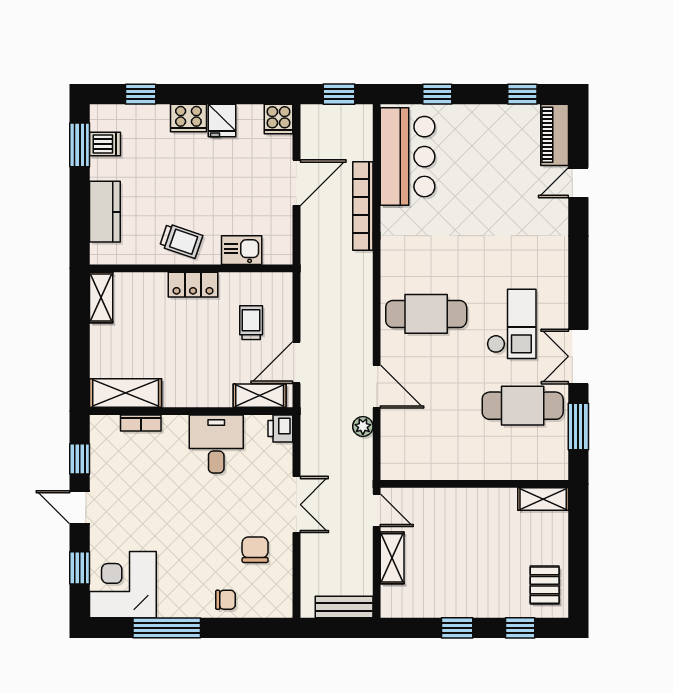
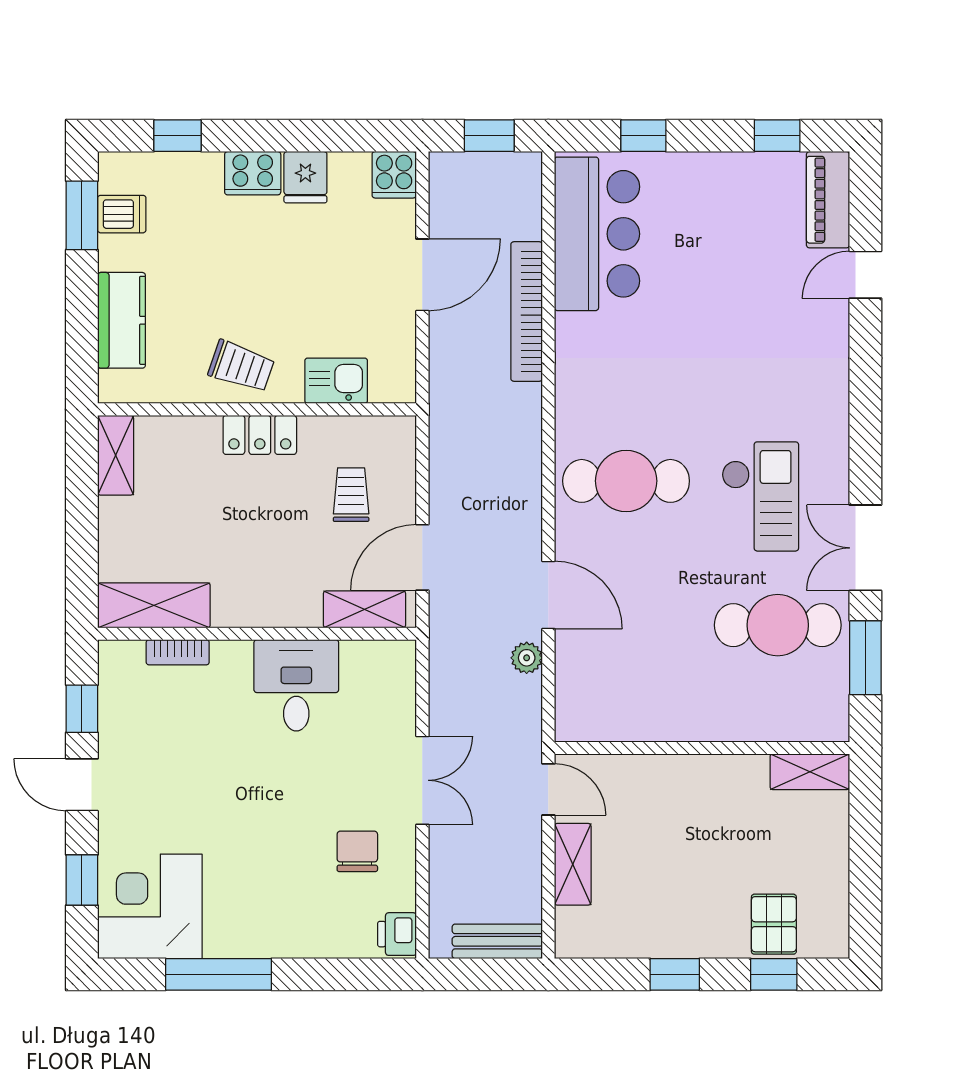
printer: (280, 429) -> (397, 934), moved
pallet: (545, 585) -> (774, 924), moved
chair: (225, 600) -> (311, 930), removed

